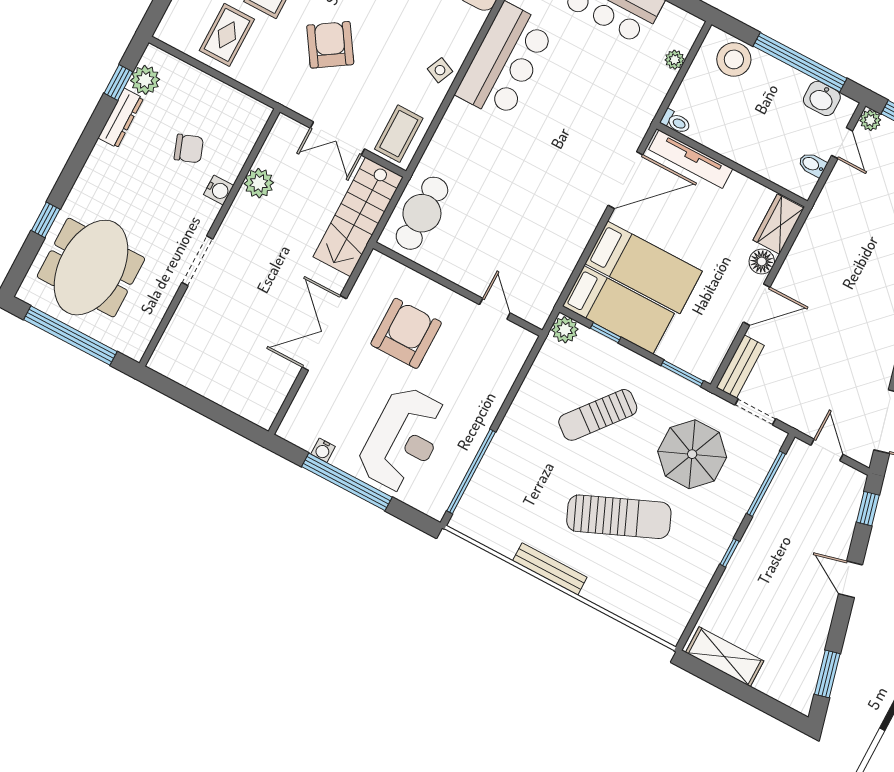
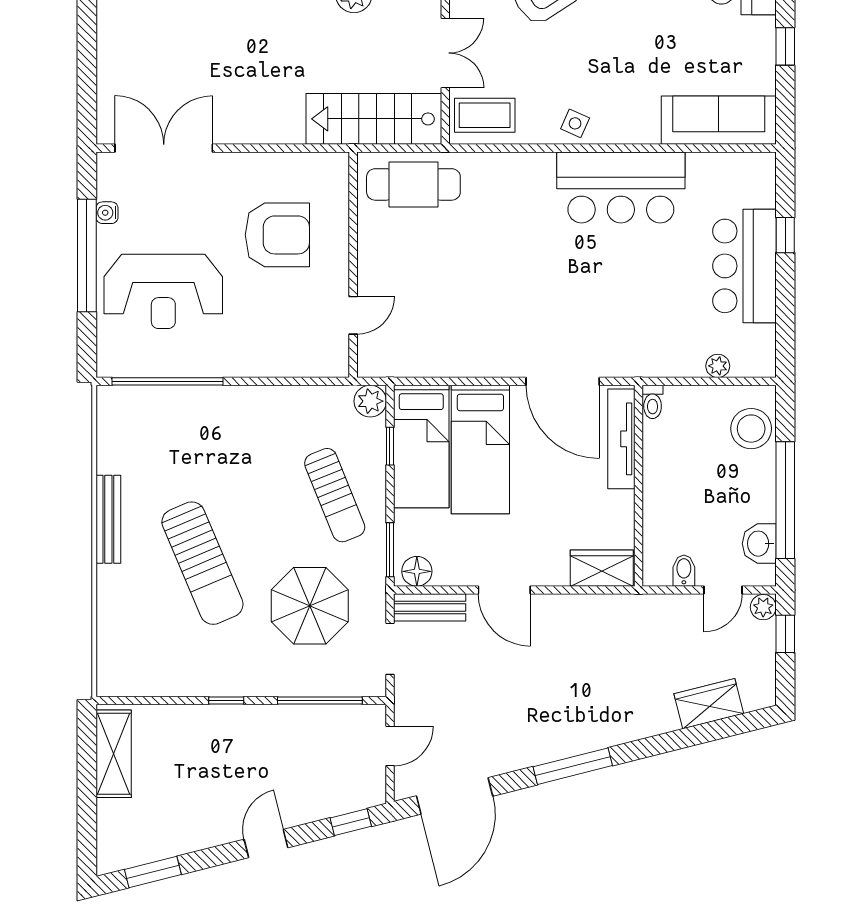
double door: (337, 138) -> (445, 53), swing flipped
floor lamp: (762, 262) -> (417, 571), moved
double door: (324, 333) -> (164, 148), moved
sun lounger: (598, 415) -> (335, 495), moved, turned -151

